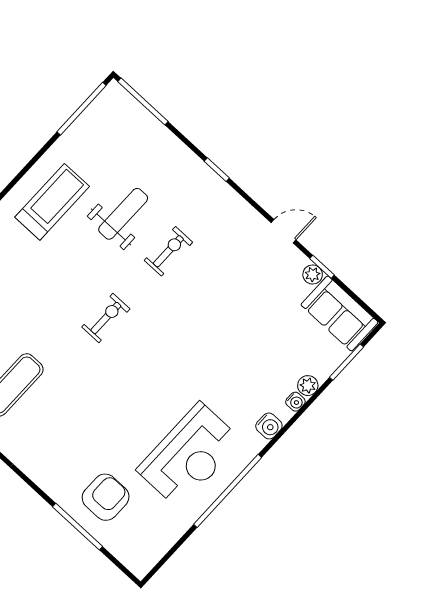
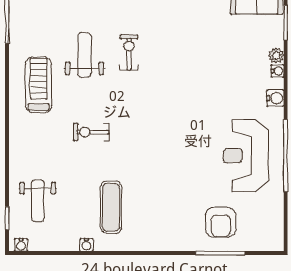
exercise bike: (106, 318) -> (91, 132), moved, turned -90
reception desk: (189, 455) -> (246, 156), turned 180
armchair: (106, 497) -> (221, 222), turned 180

